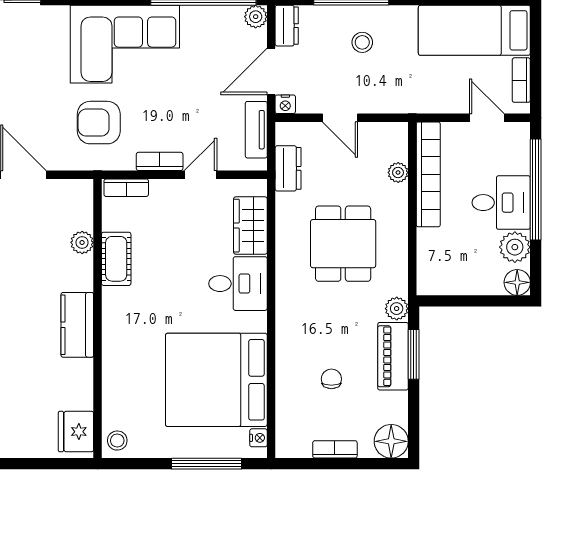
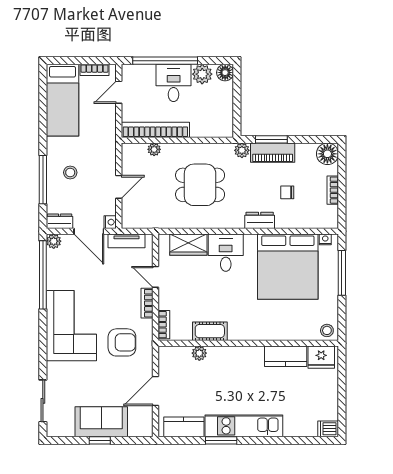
armchair: (99, 123) -> (122, 342), turned -90
dresser: (288, 168) -> (260, 220), moved
kitchen counter: (77, 325) -> (286, 356), moved

